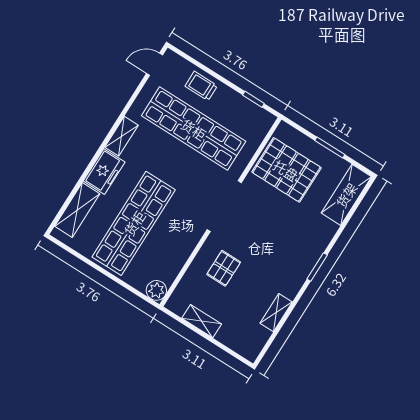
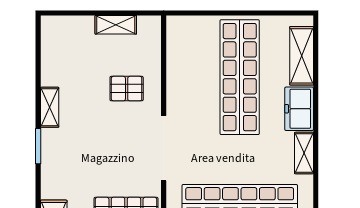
pallet: (224, 268) -> (127, 89), turned 90
plant: (156, 290) -> (177, 27), removed
shelving: (276, 313) -> (50, 107), moved

